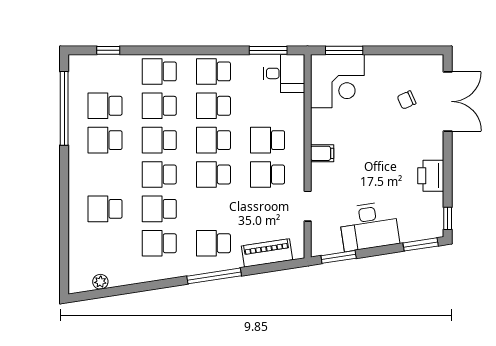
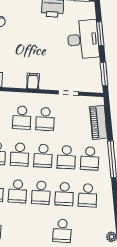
school desk: (105, 140) -> (66, 157), moved
desk: (369, 226) -> (83, 39), moved
window: (421, 244) -> (100, 34), moved

